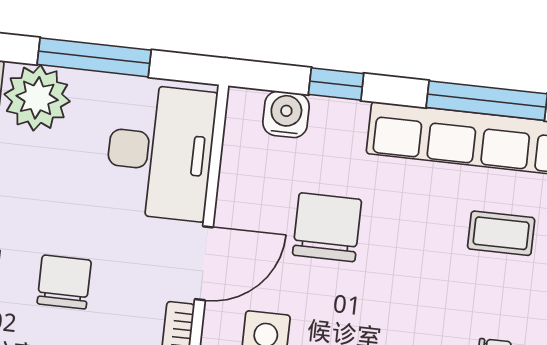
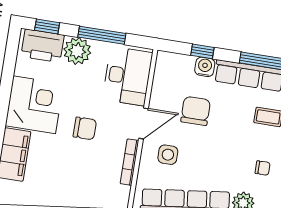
water cooler: (286, 114) -> (205, 67), moved
chair: (64, 282) -> (85, 128), turned 90

